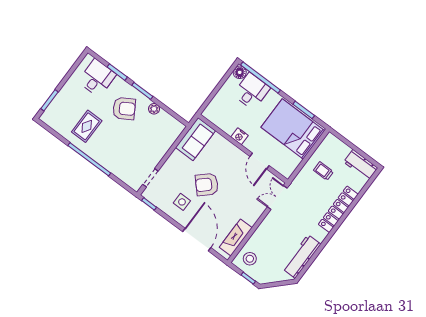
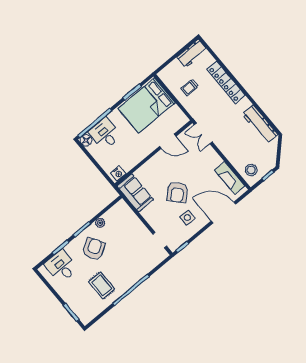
nightstand: (240, 136) -> (118, 173), moved

